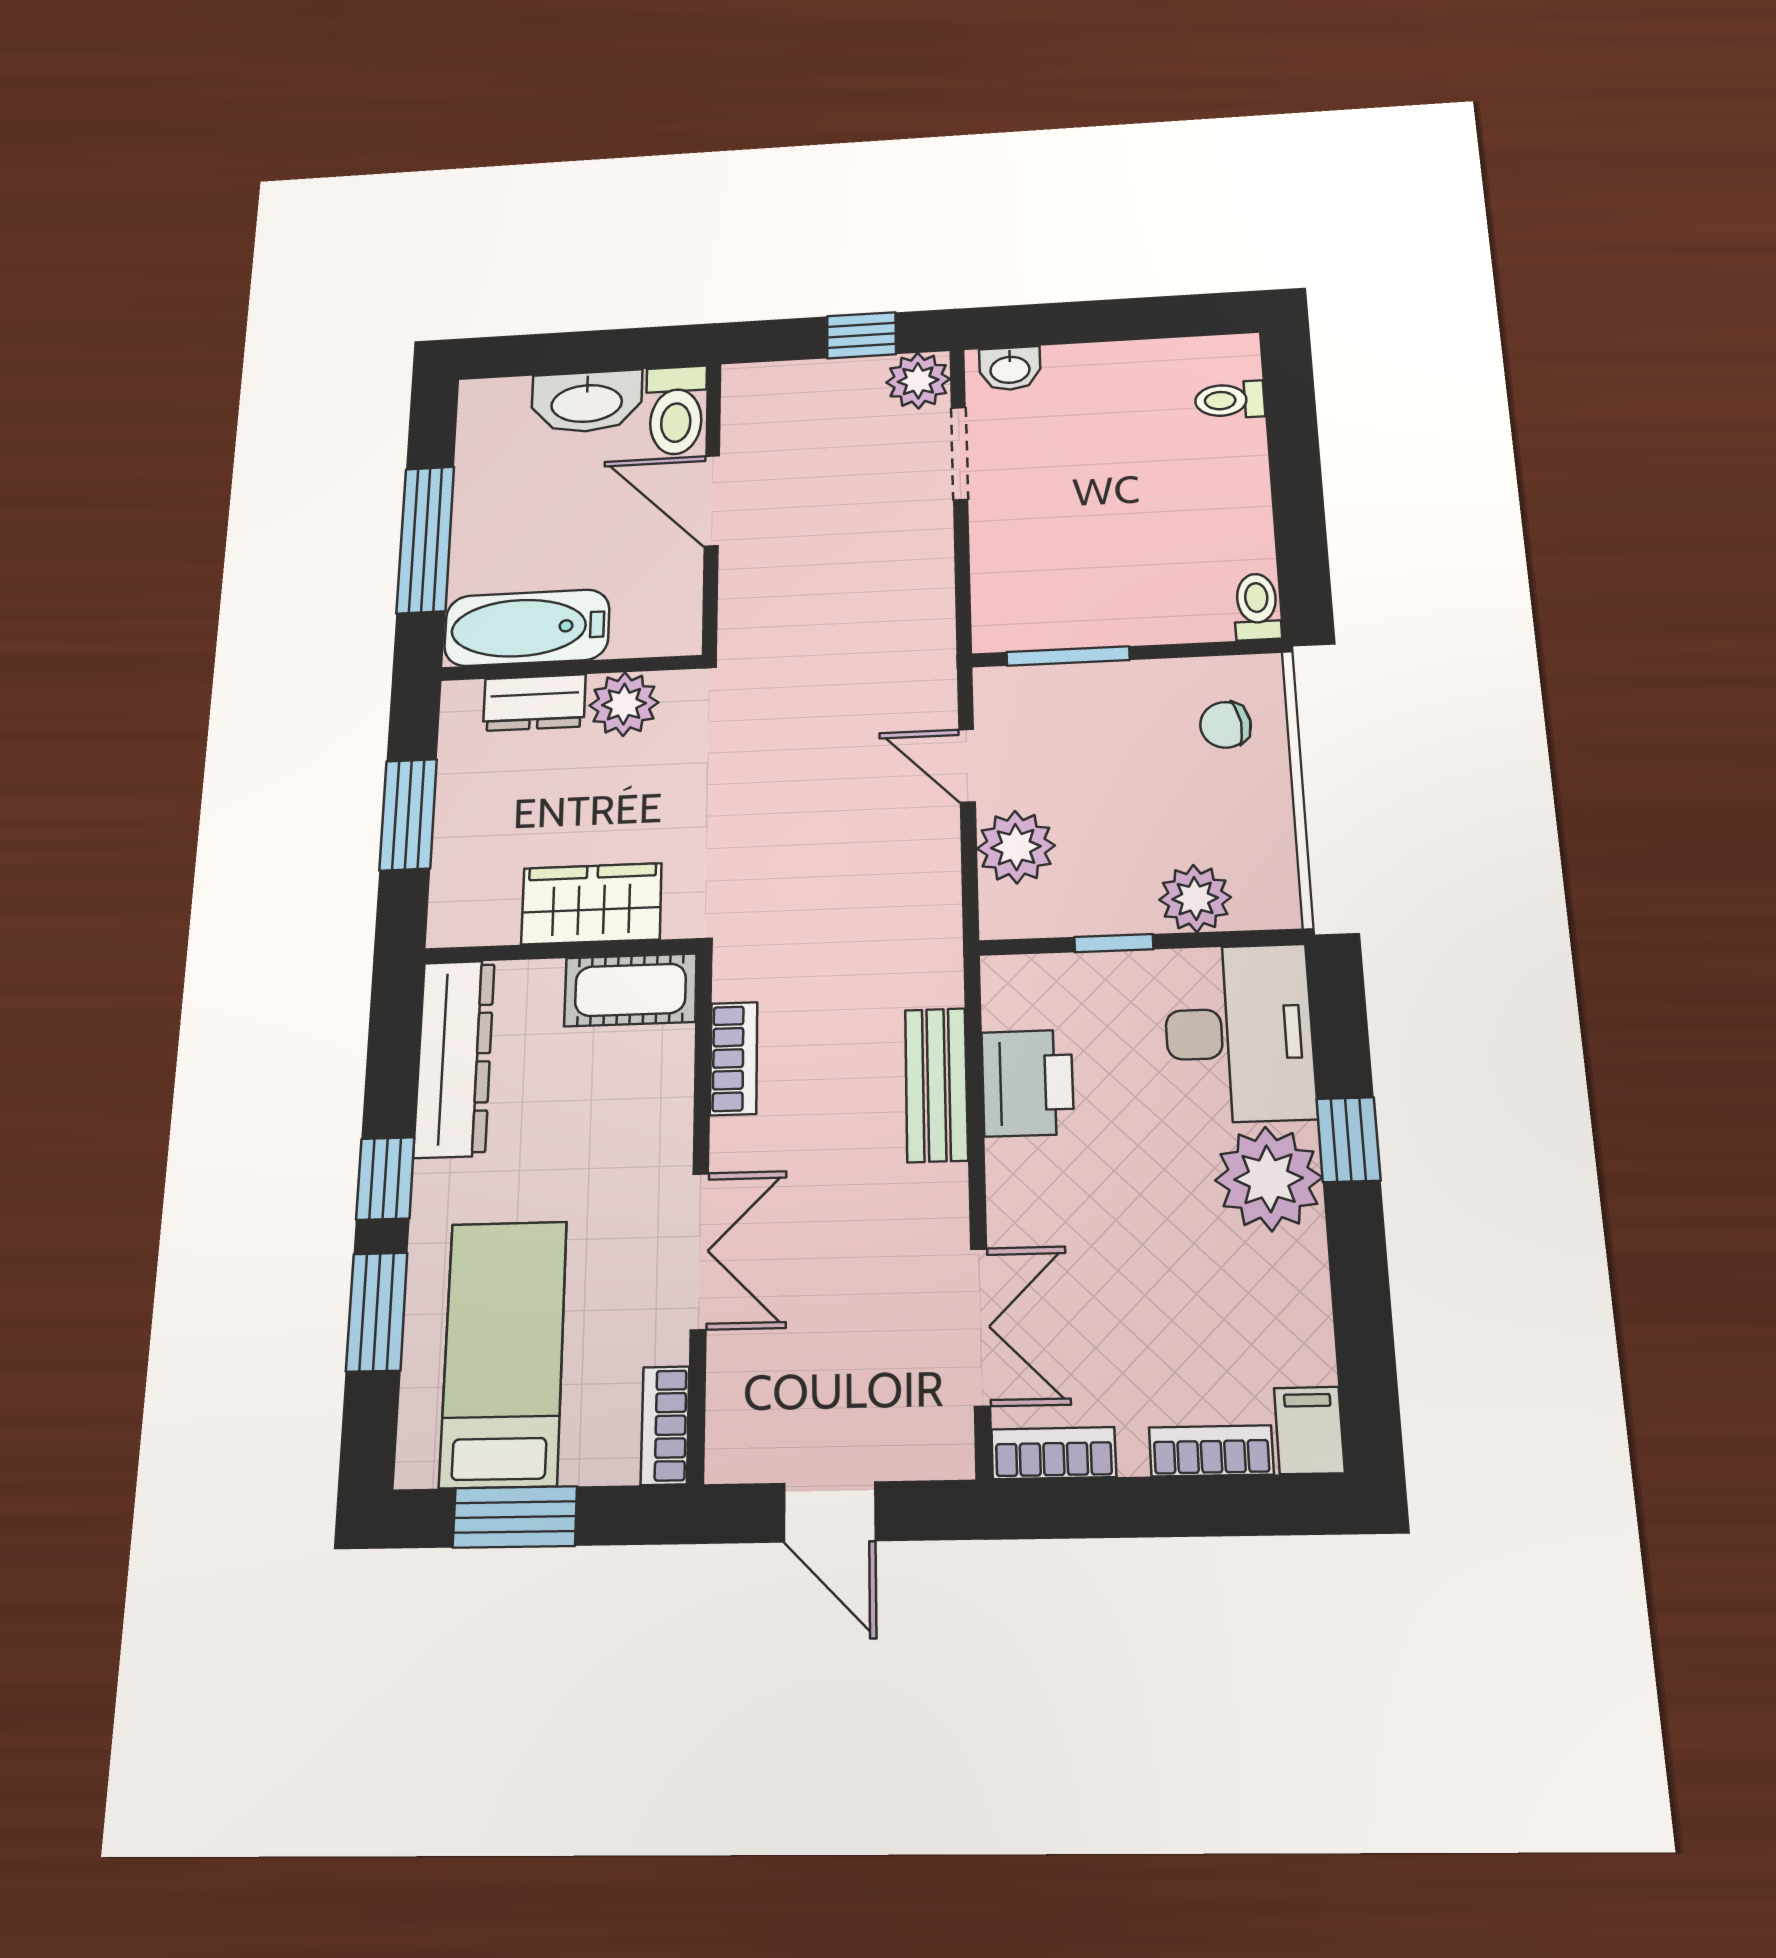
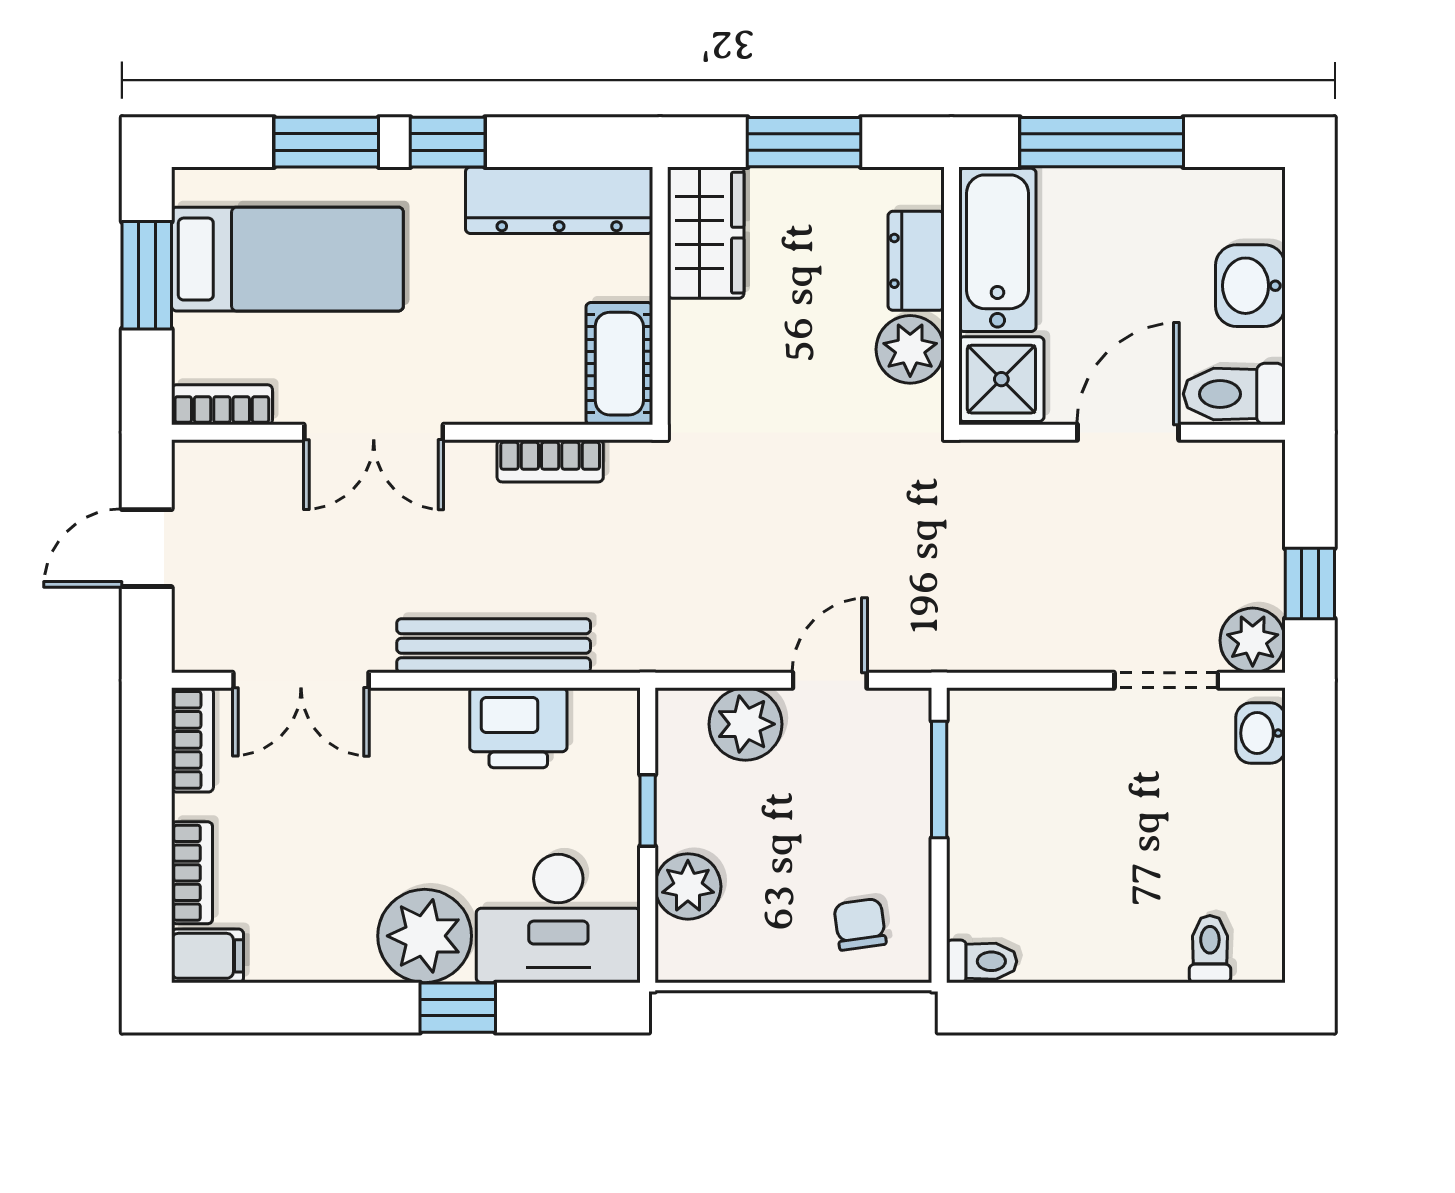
washbasin: (587, 402) -> (1250, 286), width x0.72
shower: (656, 618) -> (1001, 379), added
wardrobe: (591, 904) -> (706, 233), moved
bench: (936, 1085) -> (494, 646), width x1.36

